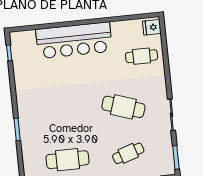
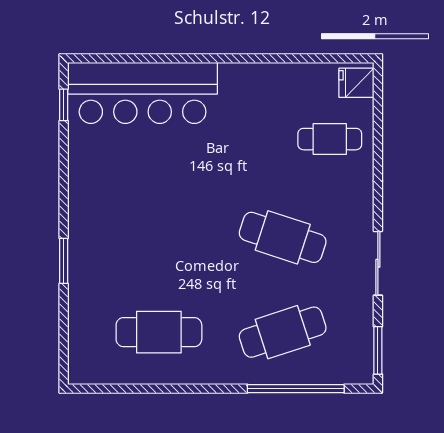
bar counter: (74, 40) -> (143, 93), moved
cafe table: (128, 153) -> (283, 332), width x1.37, depth x1.35

